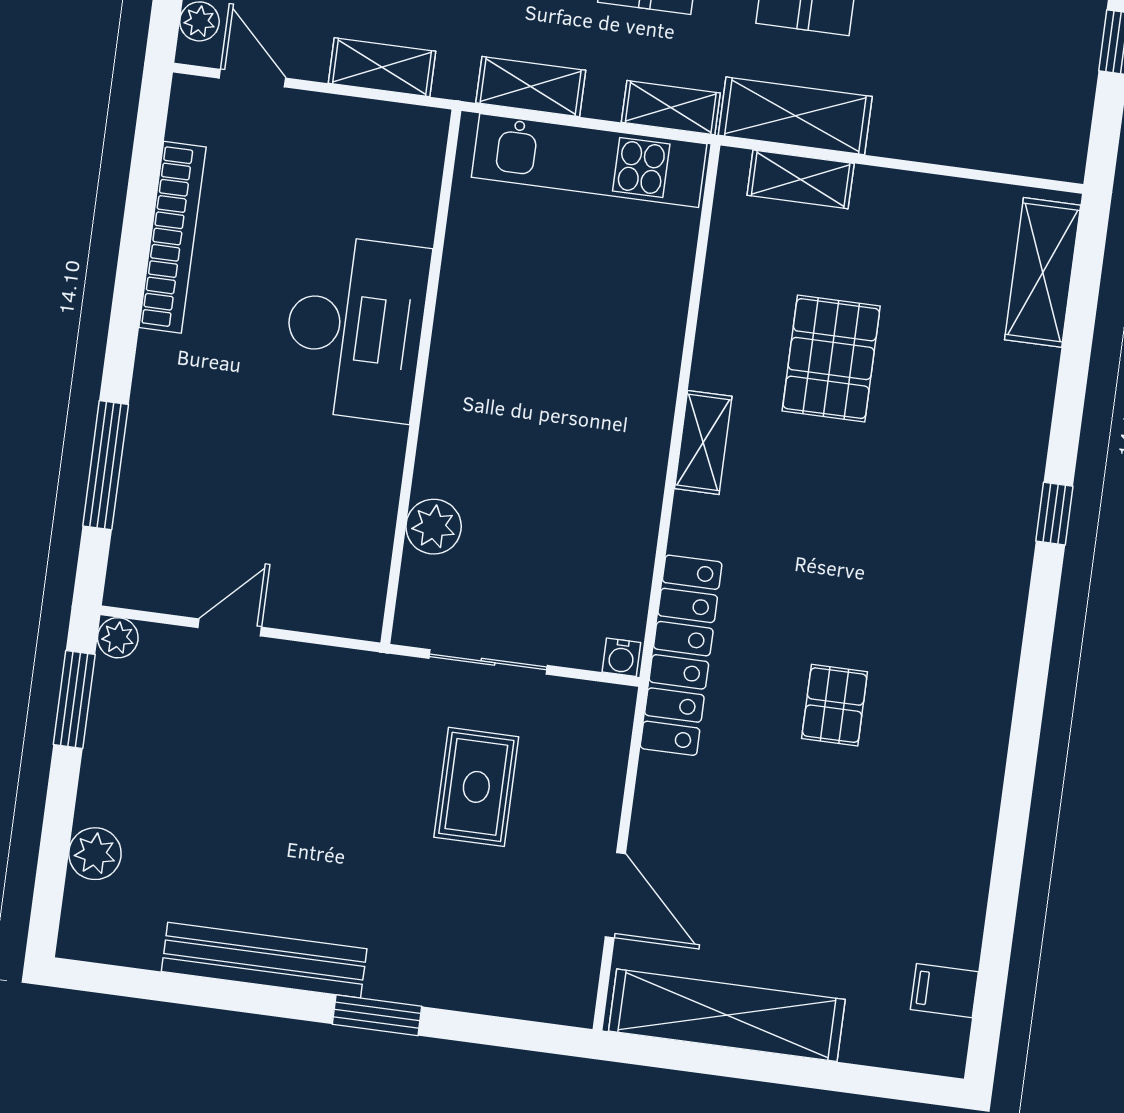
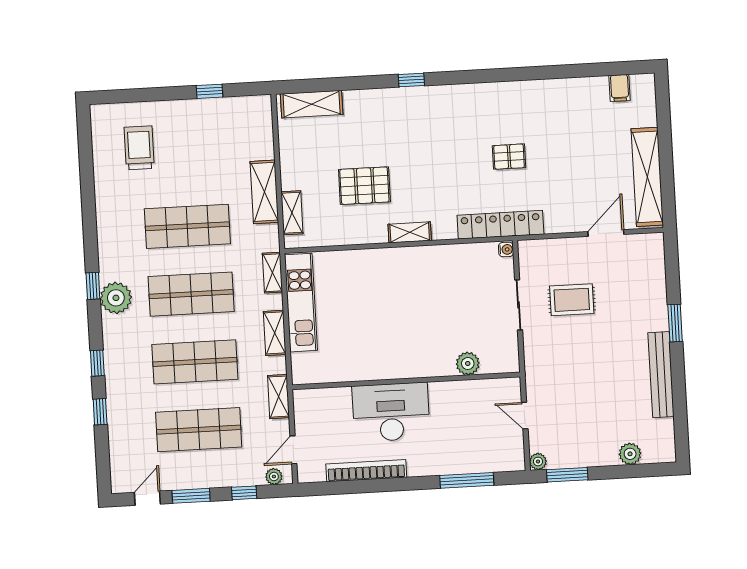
shelving: (795, 116) -> (264, 192), moved
desk: (355, 328) -> (391, 412), moved
wall: (421, 377) -> (406, 381), moved
plant: (434, 527) -> (468, 364), moved

